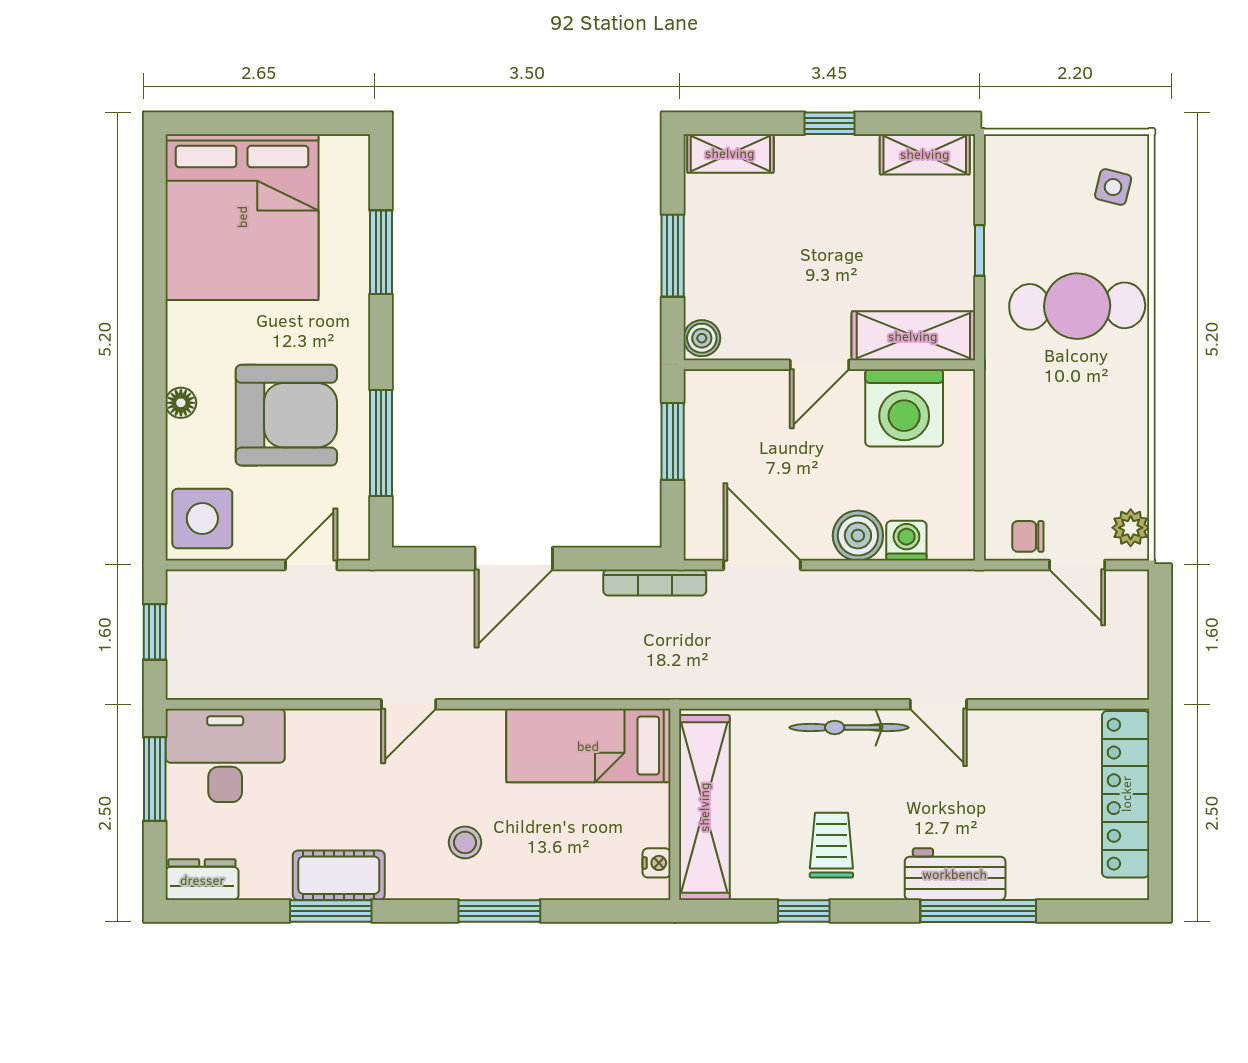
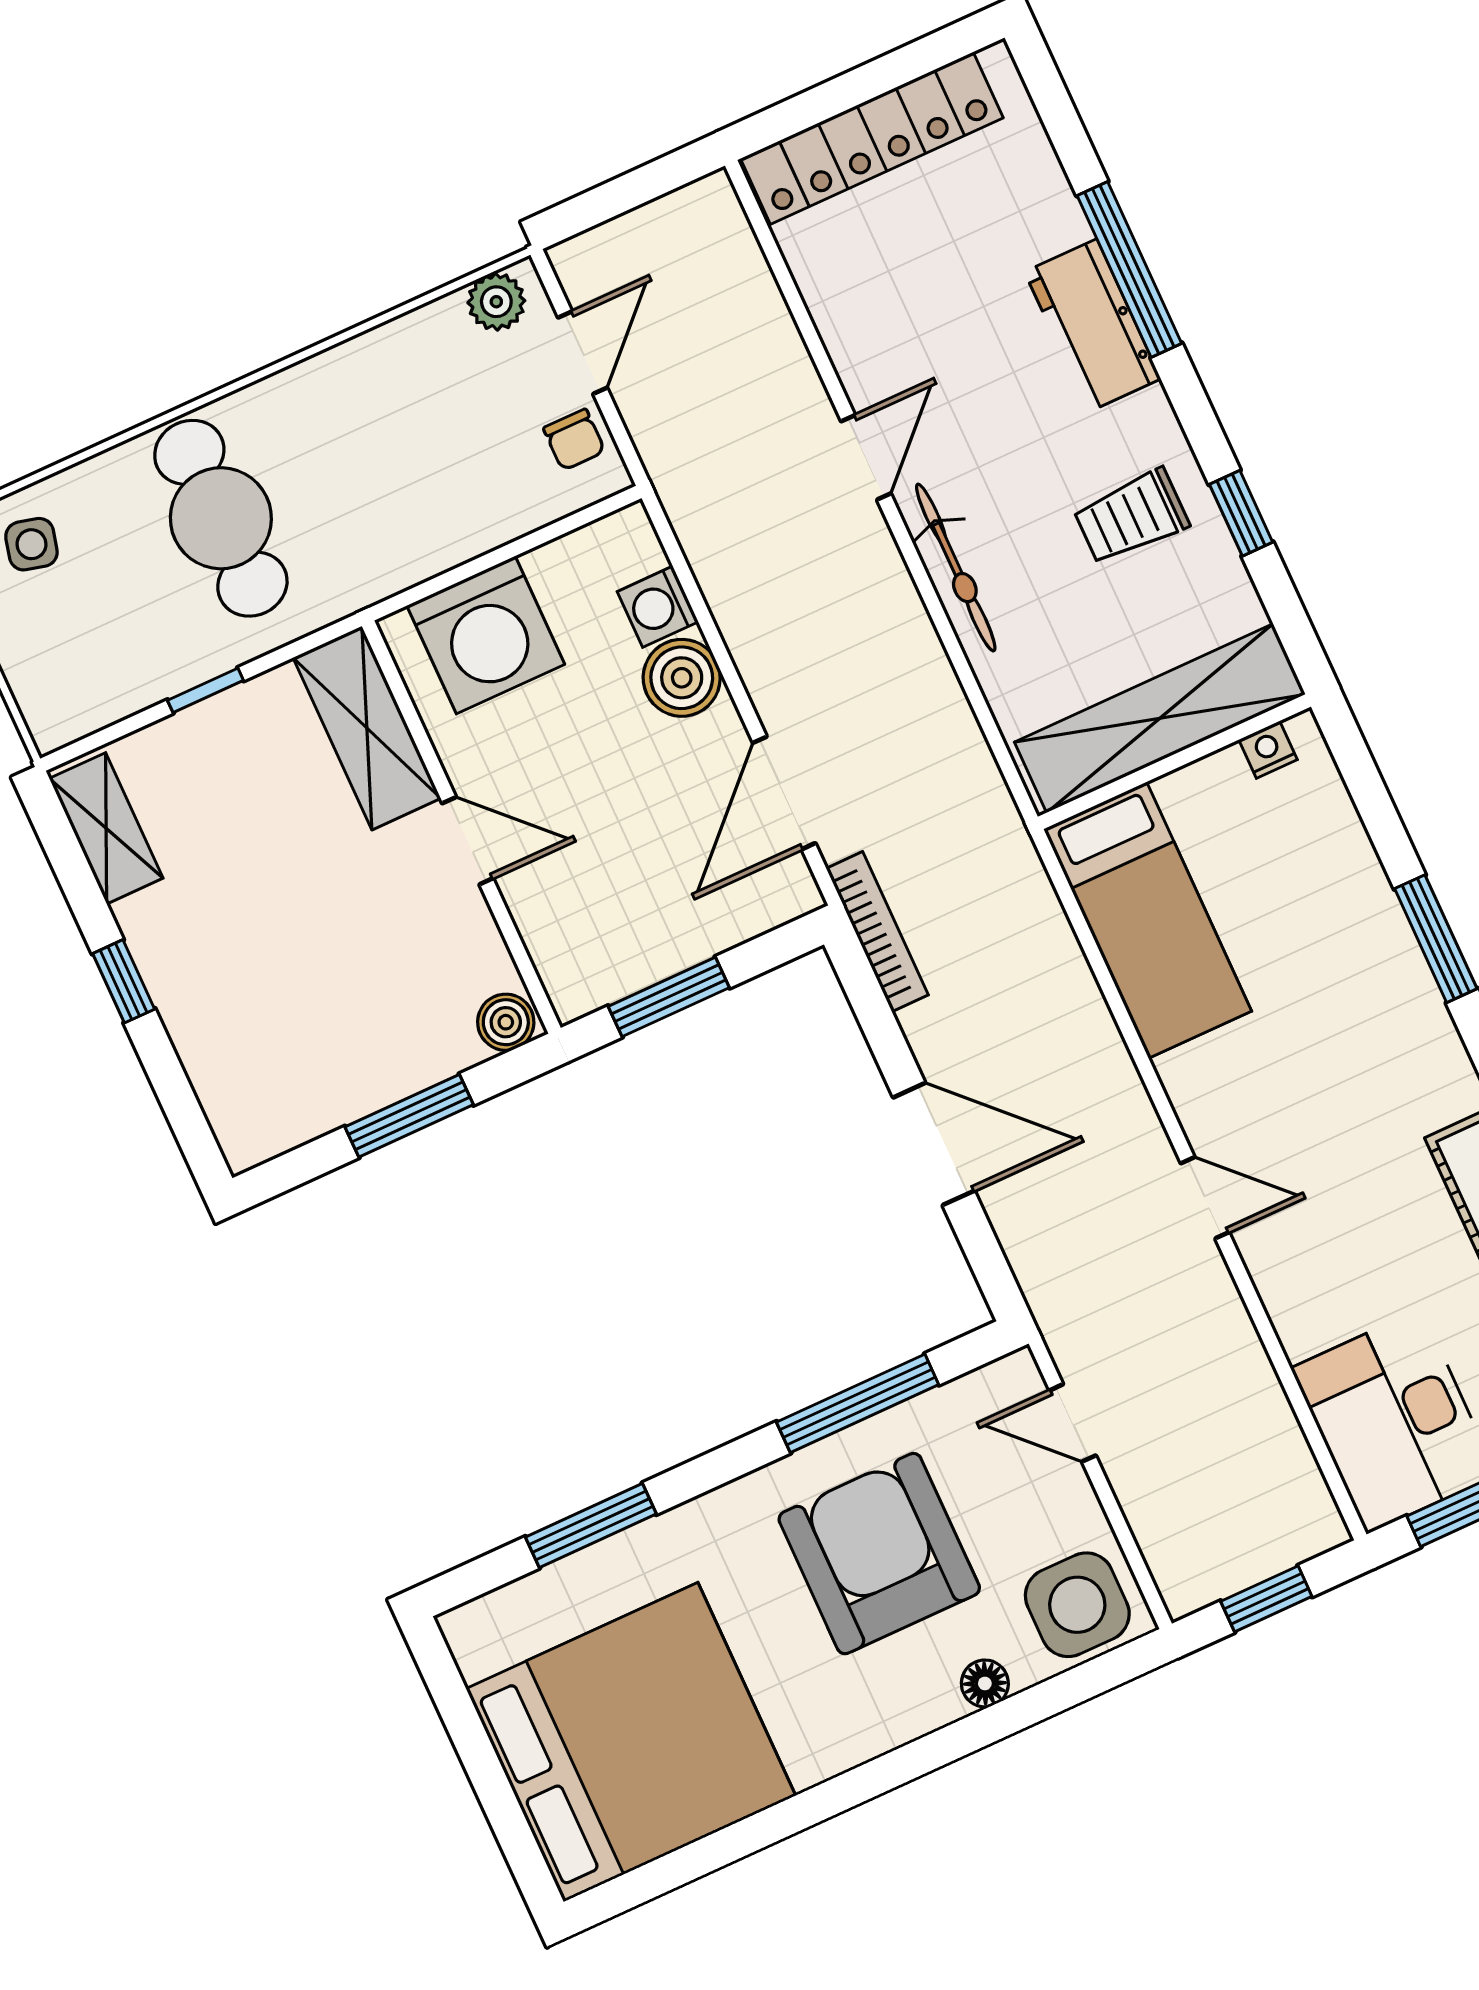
shelving: (730, 153) -> (229, 1100), removed
floor lamp: (181, 403) -> (985, 1683), moved
washing machine: (904, 408) -> (486, 635), moved, turned 90
stool: (465, 842) -> (1362, 1030), removed

